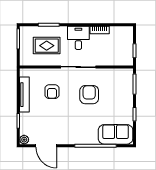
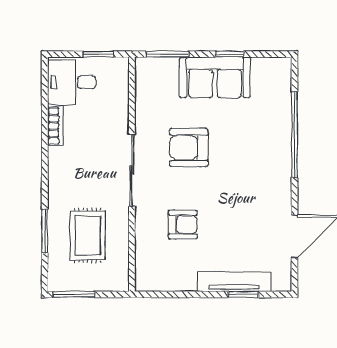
desk: (78, 38) -> (72, 82), moved
tv unit: (24, 95) -> (234, 282), moved
sofa: (116, 134) -> (215, 77), moved, turned -90
plant: (24, 140) -> (282, 282), removed

